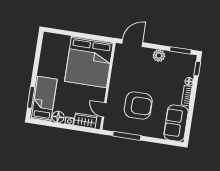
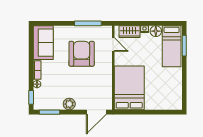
bed: (89, 62) -> (129, 88), width x0.73
armchair: (138, 106) -> (82, 54), turned 90

